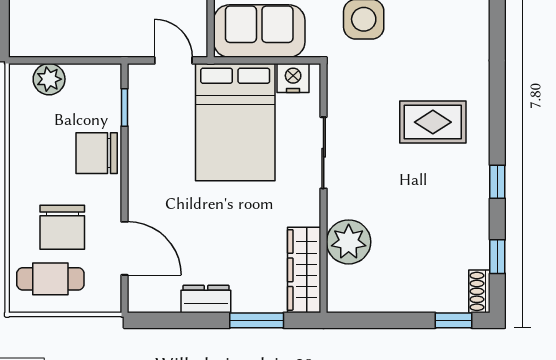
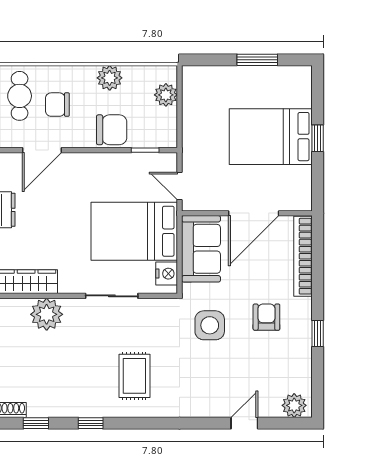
door: (173, 60) -> (180, 186), swing flipped
chair: (97, 153) -> (112, 130), turned 90
plant: (26, 156) -> (110, 78), added
chair: (62, 227) -> (57, 105), width x0.73, depth x0.73

